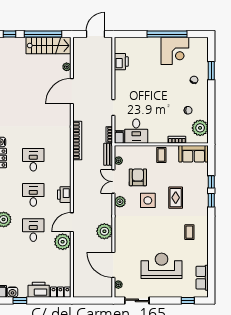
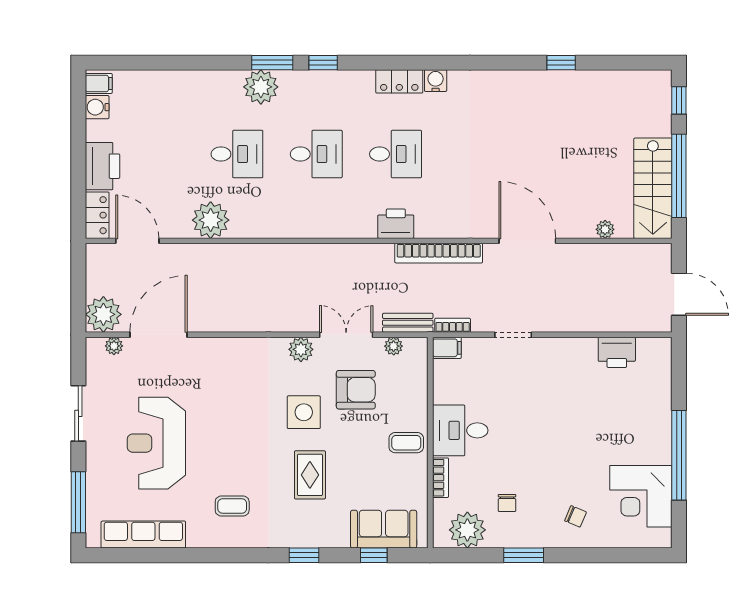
corner desk: (175, 51) -> (641, 496), moved
window: (211, 71) -> (524, 555), moved
door: (72, 91) -> (527, 241), moved
desk: (136, 131) -> (460, 430), moved
sofa: (194, 154) -> (384, 529), moved, turned 90
window: (211, 182) -> (374, 555), moved
printer: (64, 195) -> (396, 224), moved
rug: (176, 198) -> (310, 475), turned 90
door: (72, 222) -> (137, 241), moved
plant: (104, 231) -> (103, 314), moved
reception desk: (162, 266) -> (156, 443), turned 180
row of seats: (202, 278) -> (143, 535), width x1.48
window: (20, 300) -> (78, 124), removed
sliding door: (137, 300) -> (78, 413), moved
window: (188, 300) -> (78, 502), width x2.17

